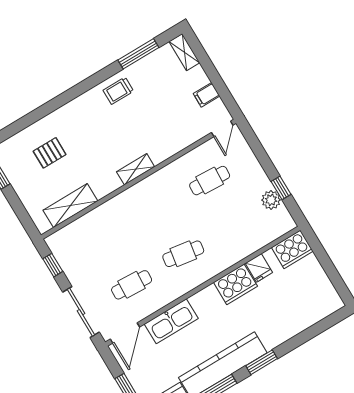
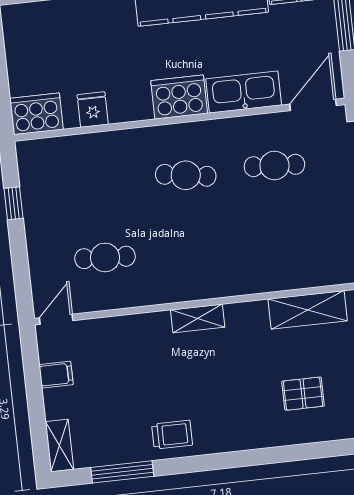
plant: (271, 200) -> (34, 193), removed
cooker: (235, 284) -> (179, 97), moved

